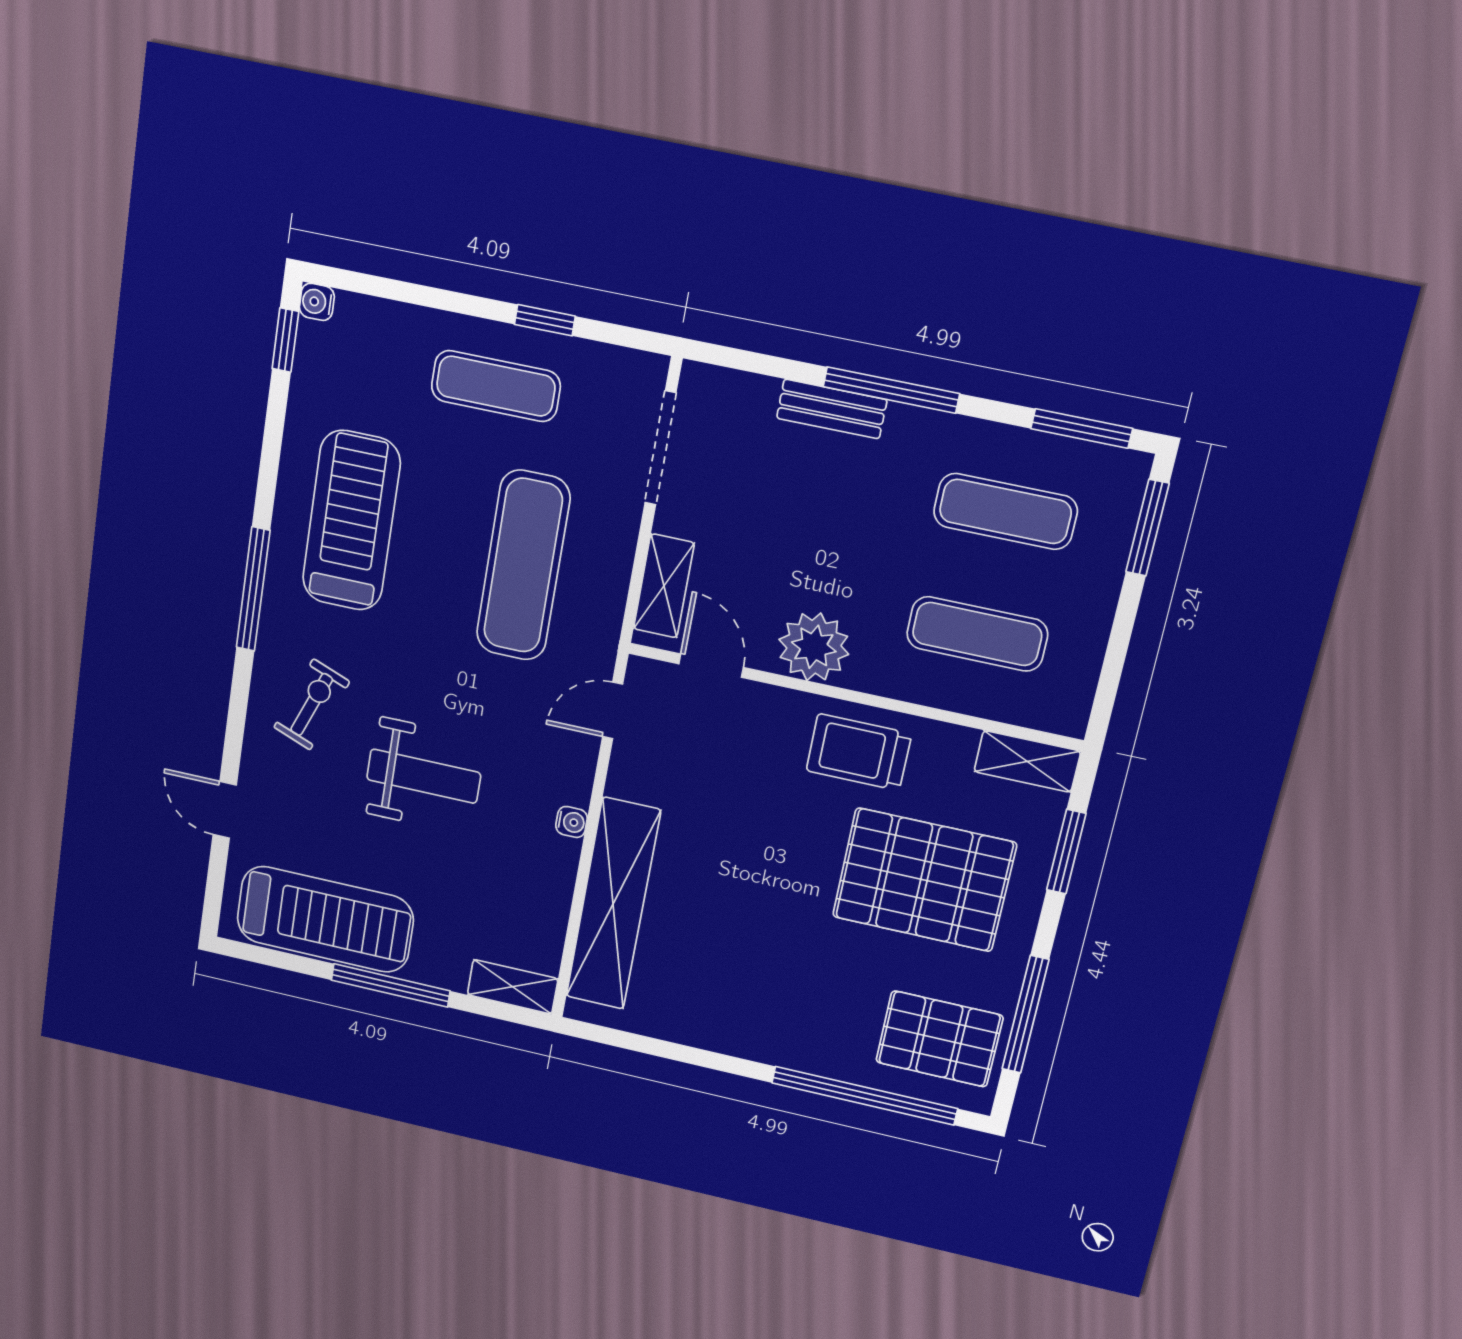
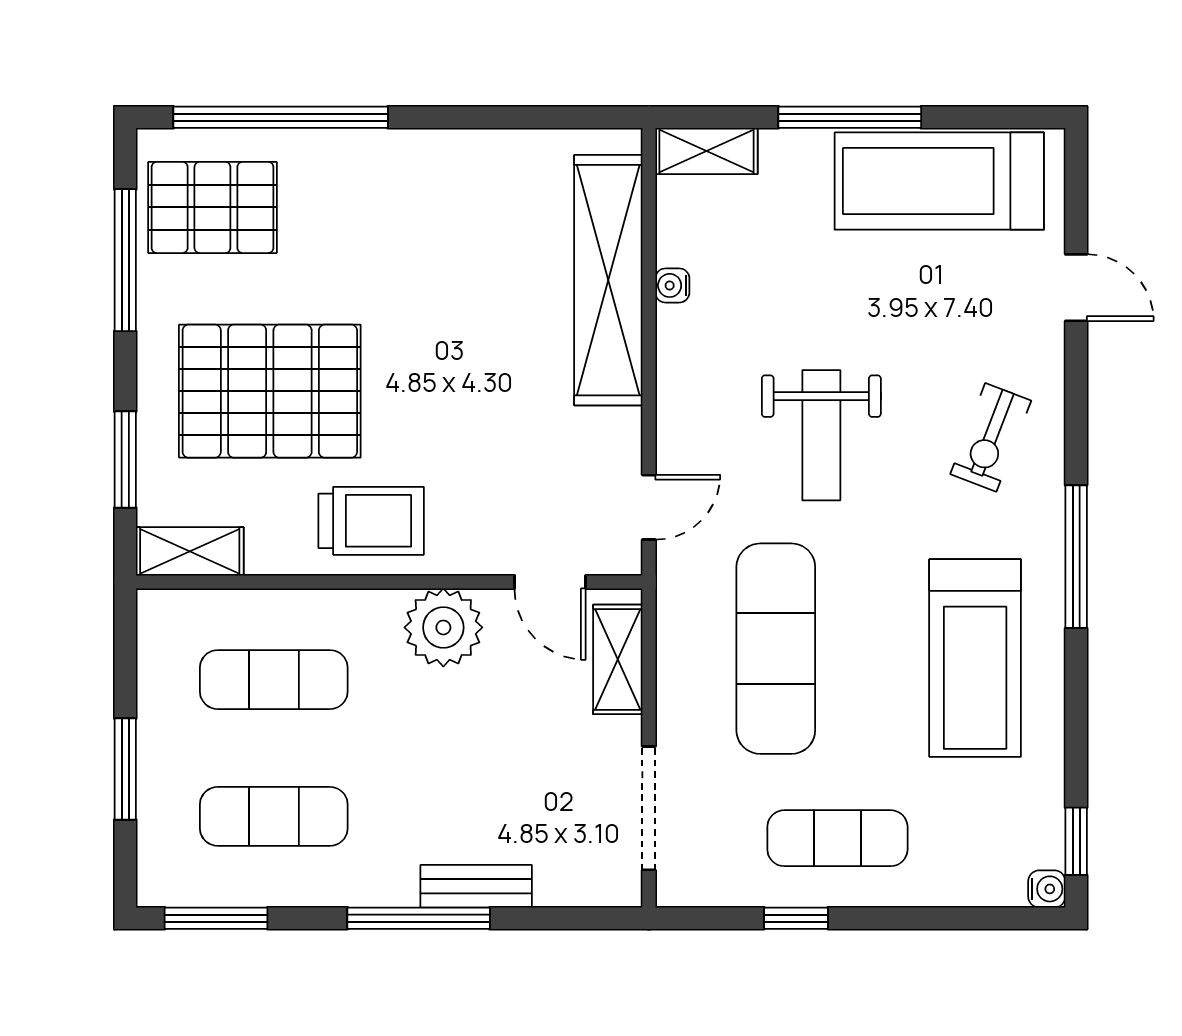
window: (1147, 528) -> (125, 769), moved
weight bench: (424, 776) -> (821, 435), moved, turned -90
water cooler: (571, 822) -> (672, 285), moved

